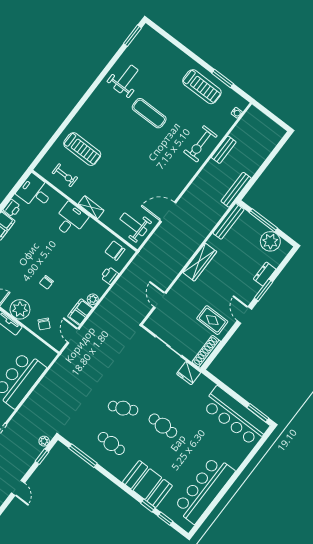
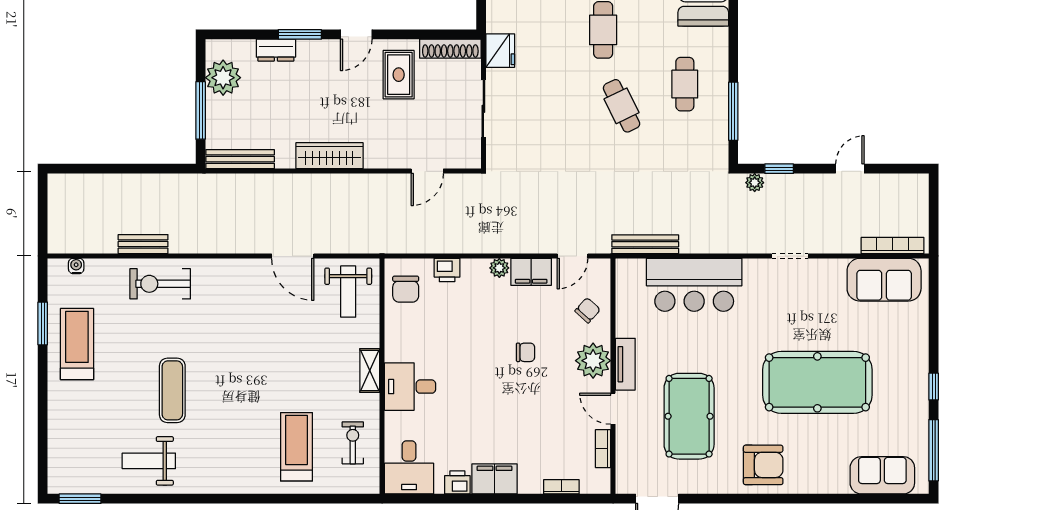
exercise bike: (200, 144) -> (160, 284), turned 180
bench: (236, 190) -> (645, 244), moved

